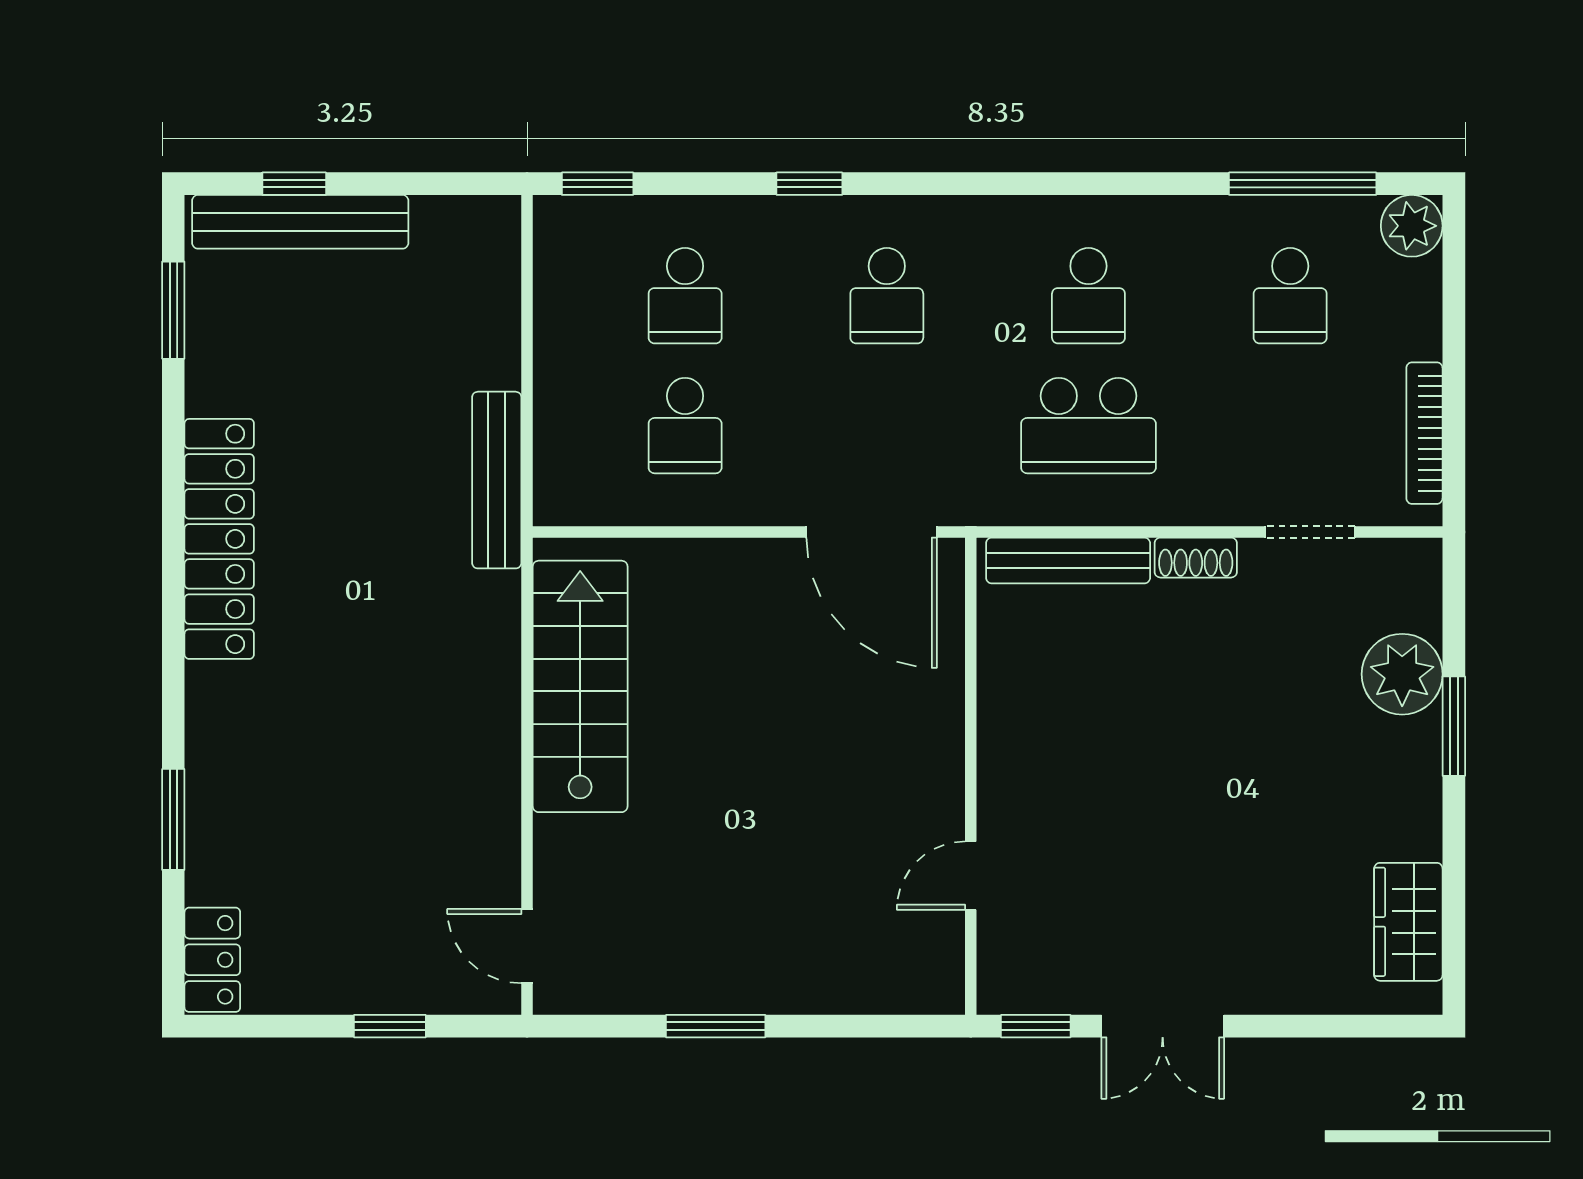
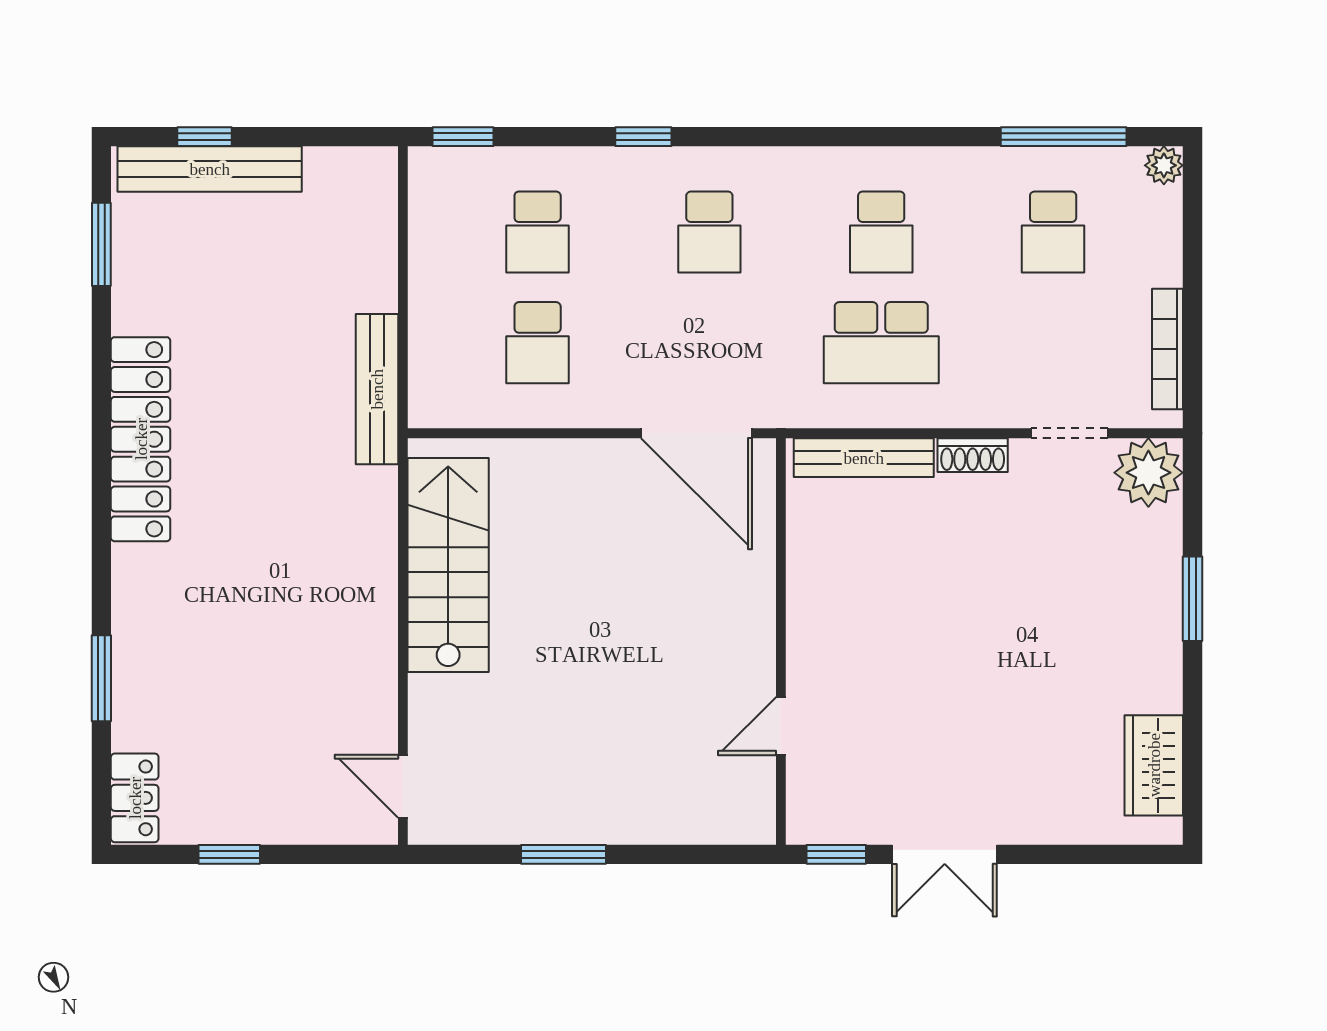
plant: (1412, 226) -> (1164, 165), width x0.73, depth x0.73
plant: (1402, 674) -> (1148, 473), moved
window: (390, 1026) -> (229, 854), moved

